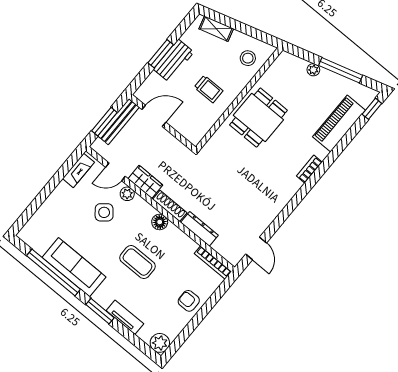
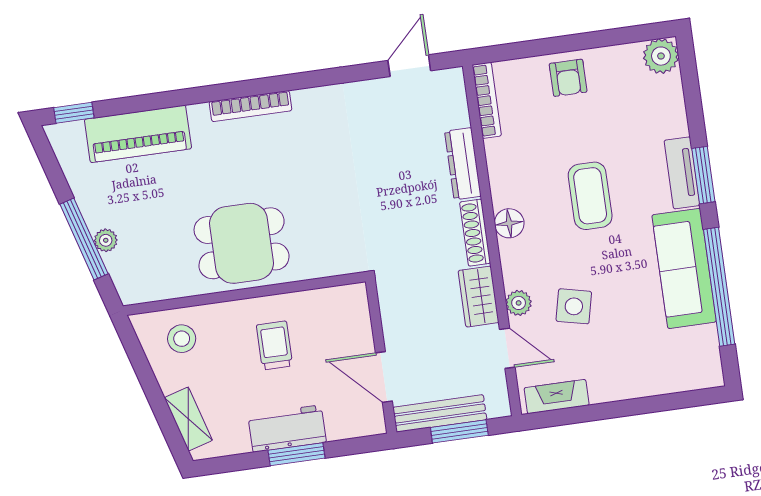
window: (341, 70) -> (84, 239), moved
bookcase: (309, 169) -> (250, 106), width x1.56
side table: (104, 212) -> (574, 306), turned -38
tv unit: (125, 317) -> (682, 173), moved

